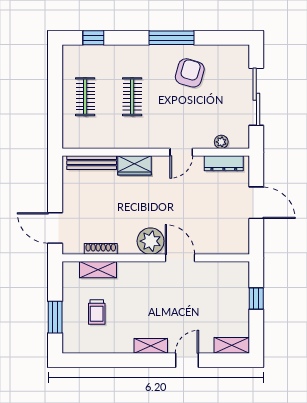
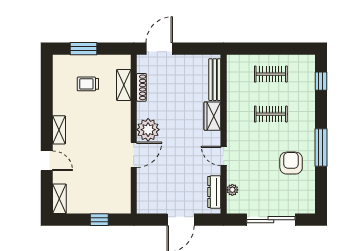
armchair: (190, 73) -> (291, 163), turned -106

